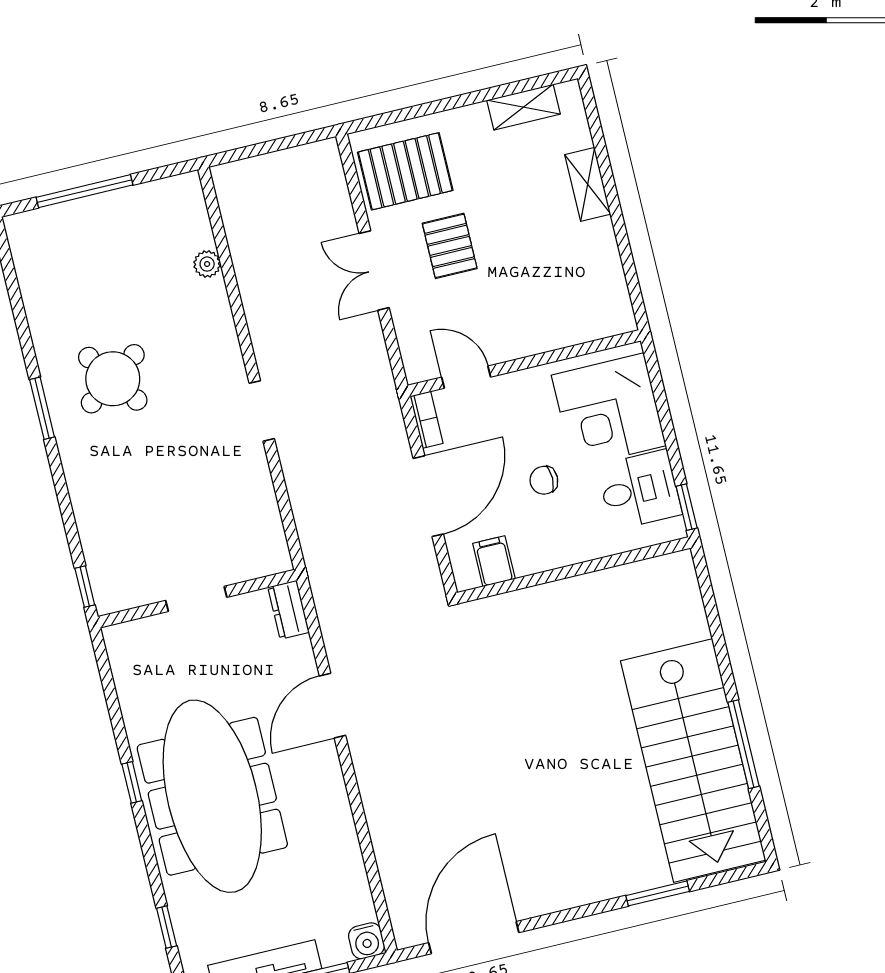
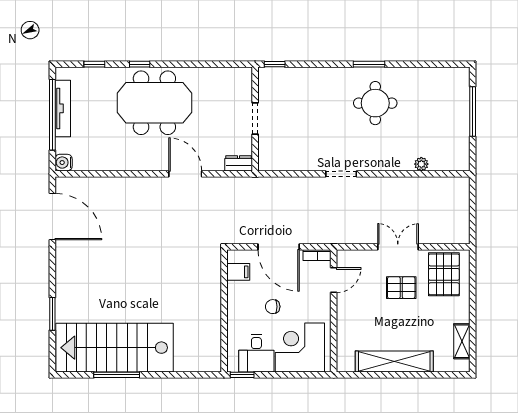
shelving: (588, 184) -> (394, 361), width x2.20, depth x1.33
round table: (113, 379) -> (375, 103), turned 35
chair: (544, 480) -> (273, 307), turned -90
window: (132, 782) -> (140, 64), moved
meeting table: (212, 796) -> (154, 103), width x0.73

